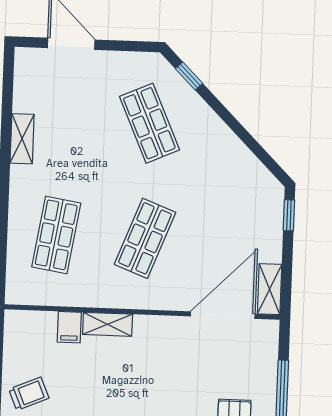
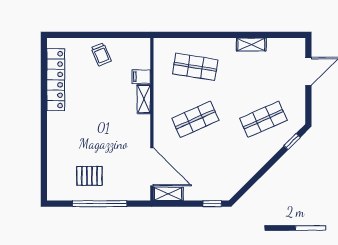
shop shelf: (145, 238) -> (195, 119), turned -45

